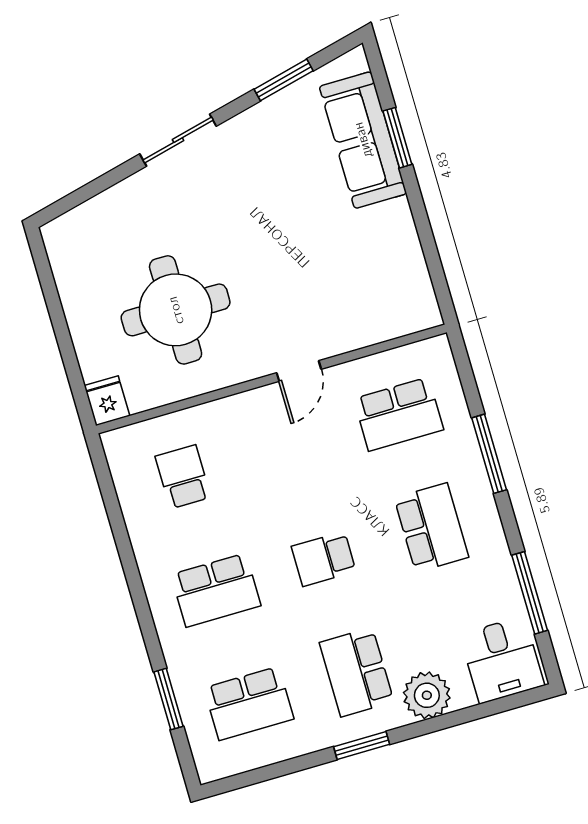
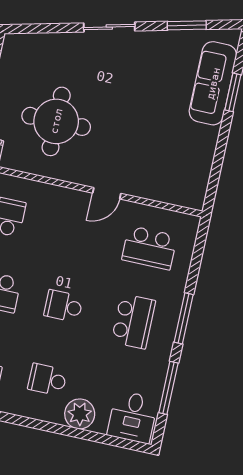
window: (489, 454) -> (184, 318), moved
school desk: (357, 672) -> (47, 380), width x0.54
window: (362, 745) -> (28, 422), removed

